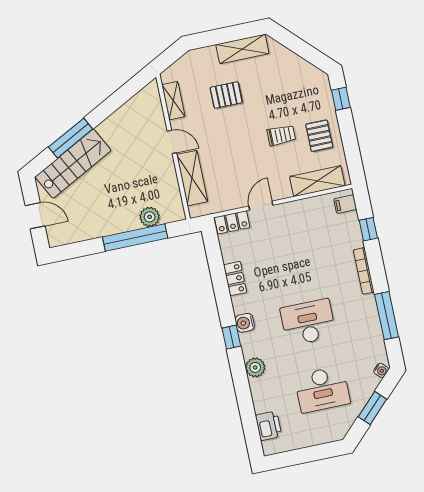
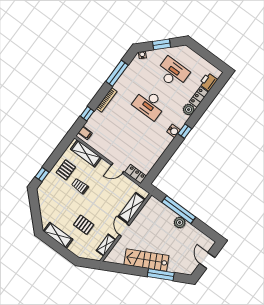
stairs: (73, 164) -> (146, 260), moved
plant: (150, 217) -> (180, 223), moved
locker: (235, 279) -> (199, 97), moved

